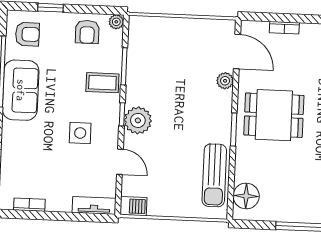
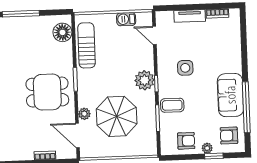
plant: (116, 22) -> (207, 148), moved
armchair: (87, 32) -> (186, 141), turned 90
parasol: (181, 74) -> (117, 116), added
door: (120, 162) -> (154, 35), moved
tv unit: (94, 205) -> (190, 16), moved
barbecue: (133, 206) -> (126, 19), moved

